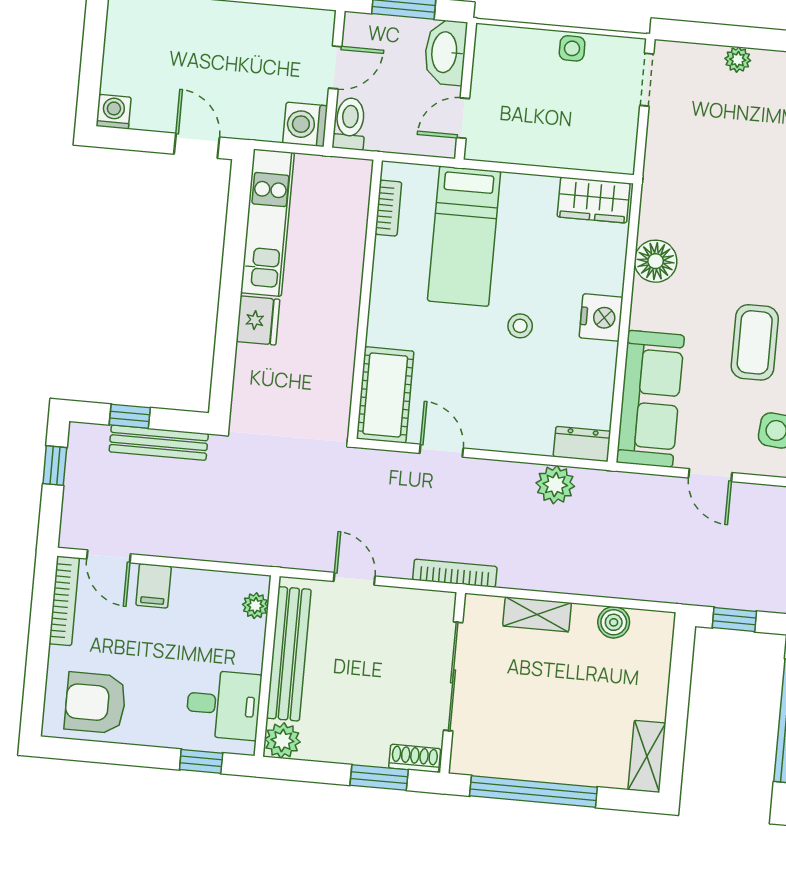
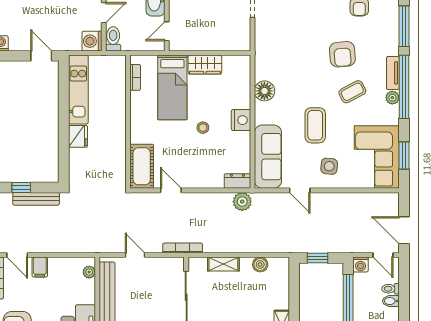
wardrobe: (594, 200) -> (205, 65), moved
plant: (555, 485) -> (242, 202), moved

